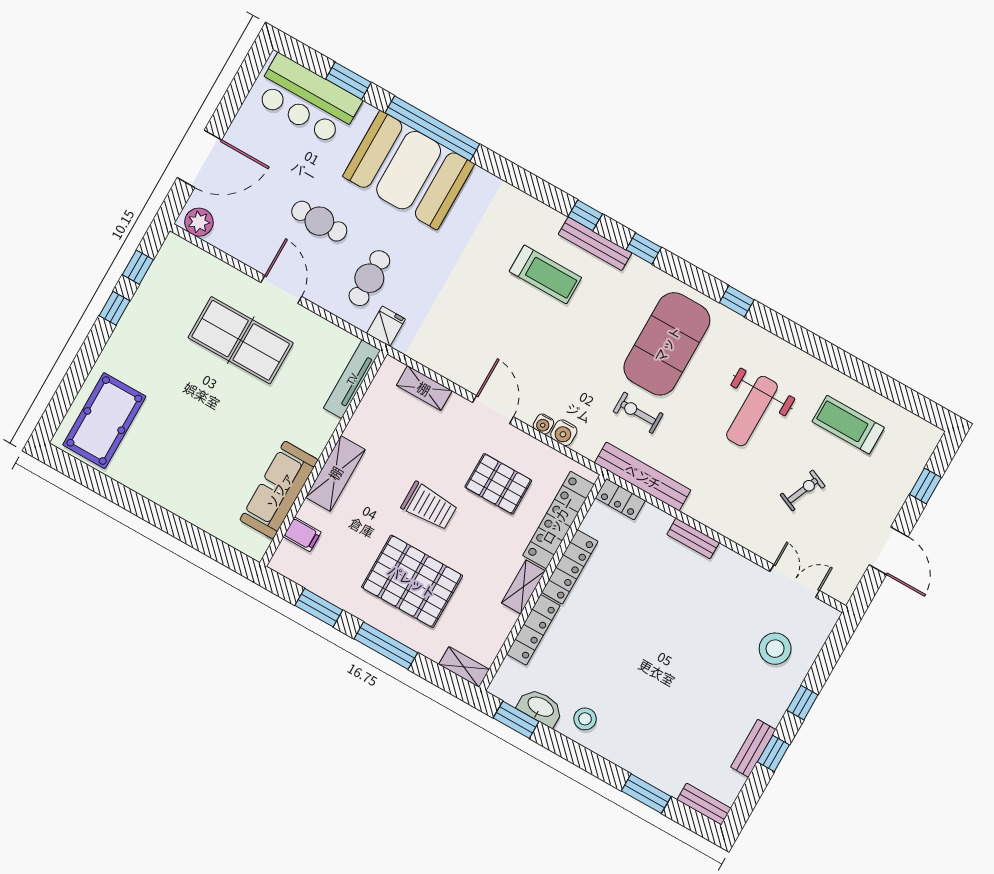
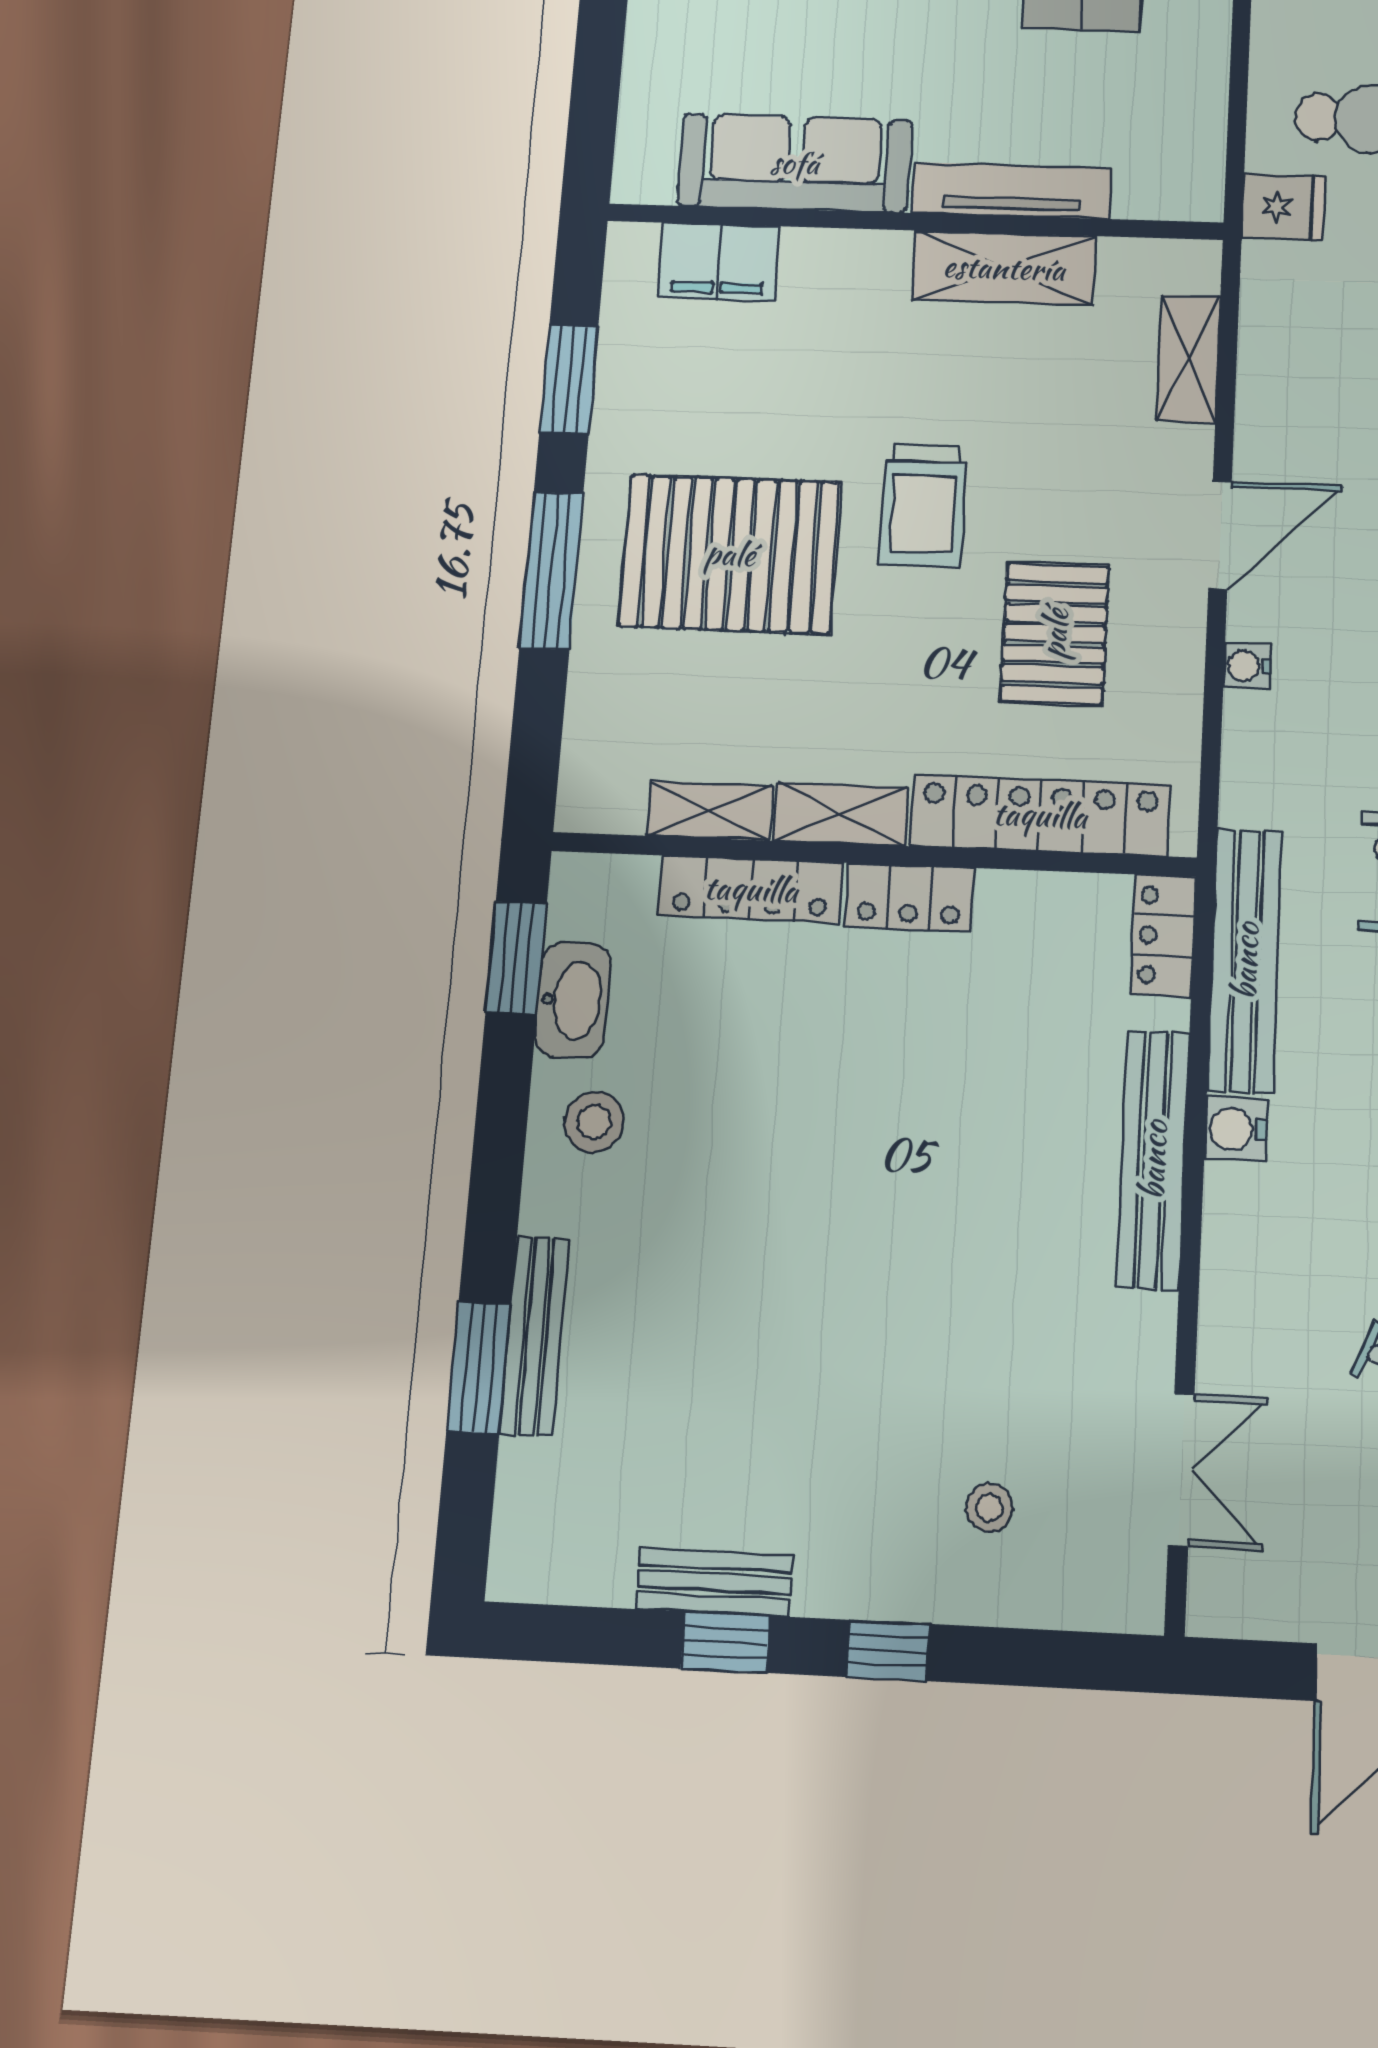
tv unit: (352, 379) -> (1012, 191), moved
water cooler: (564, 433) -> (1236, 1129), moved
shelving: (335, 473) -> (1004, 268), moved
filing cabinet: (302, 534) -> (719, 262), width x2.00
bench: (693, 538) -> (1153, 1160), width x1.86, depth x1.21
locker: (570, 567) -> (909, 897), width x0.66
pallet: (412, 581) -> (730, 554), turned 90
stool: (775, 649) -> (989, 1508), width x0.53, depth x0.53
shelving: (464, 667) -> (710, 811), moved, turned 90
bench: (704, 804) -> (535, 1336), moved, width x1.36

